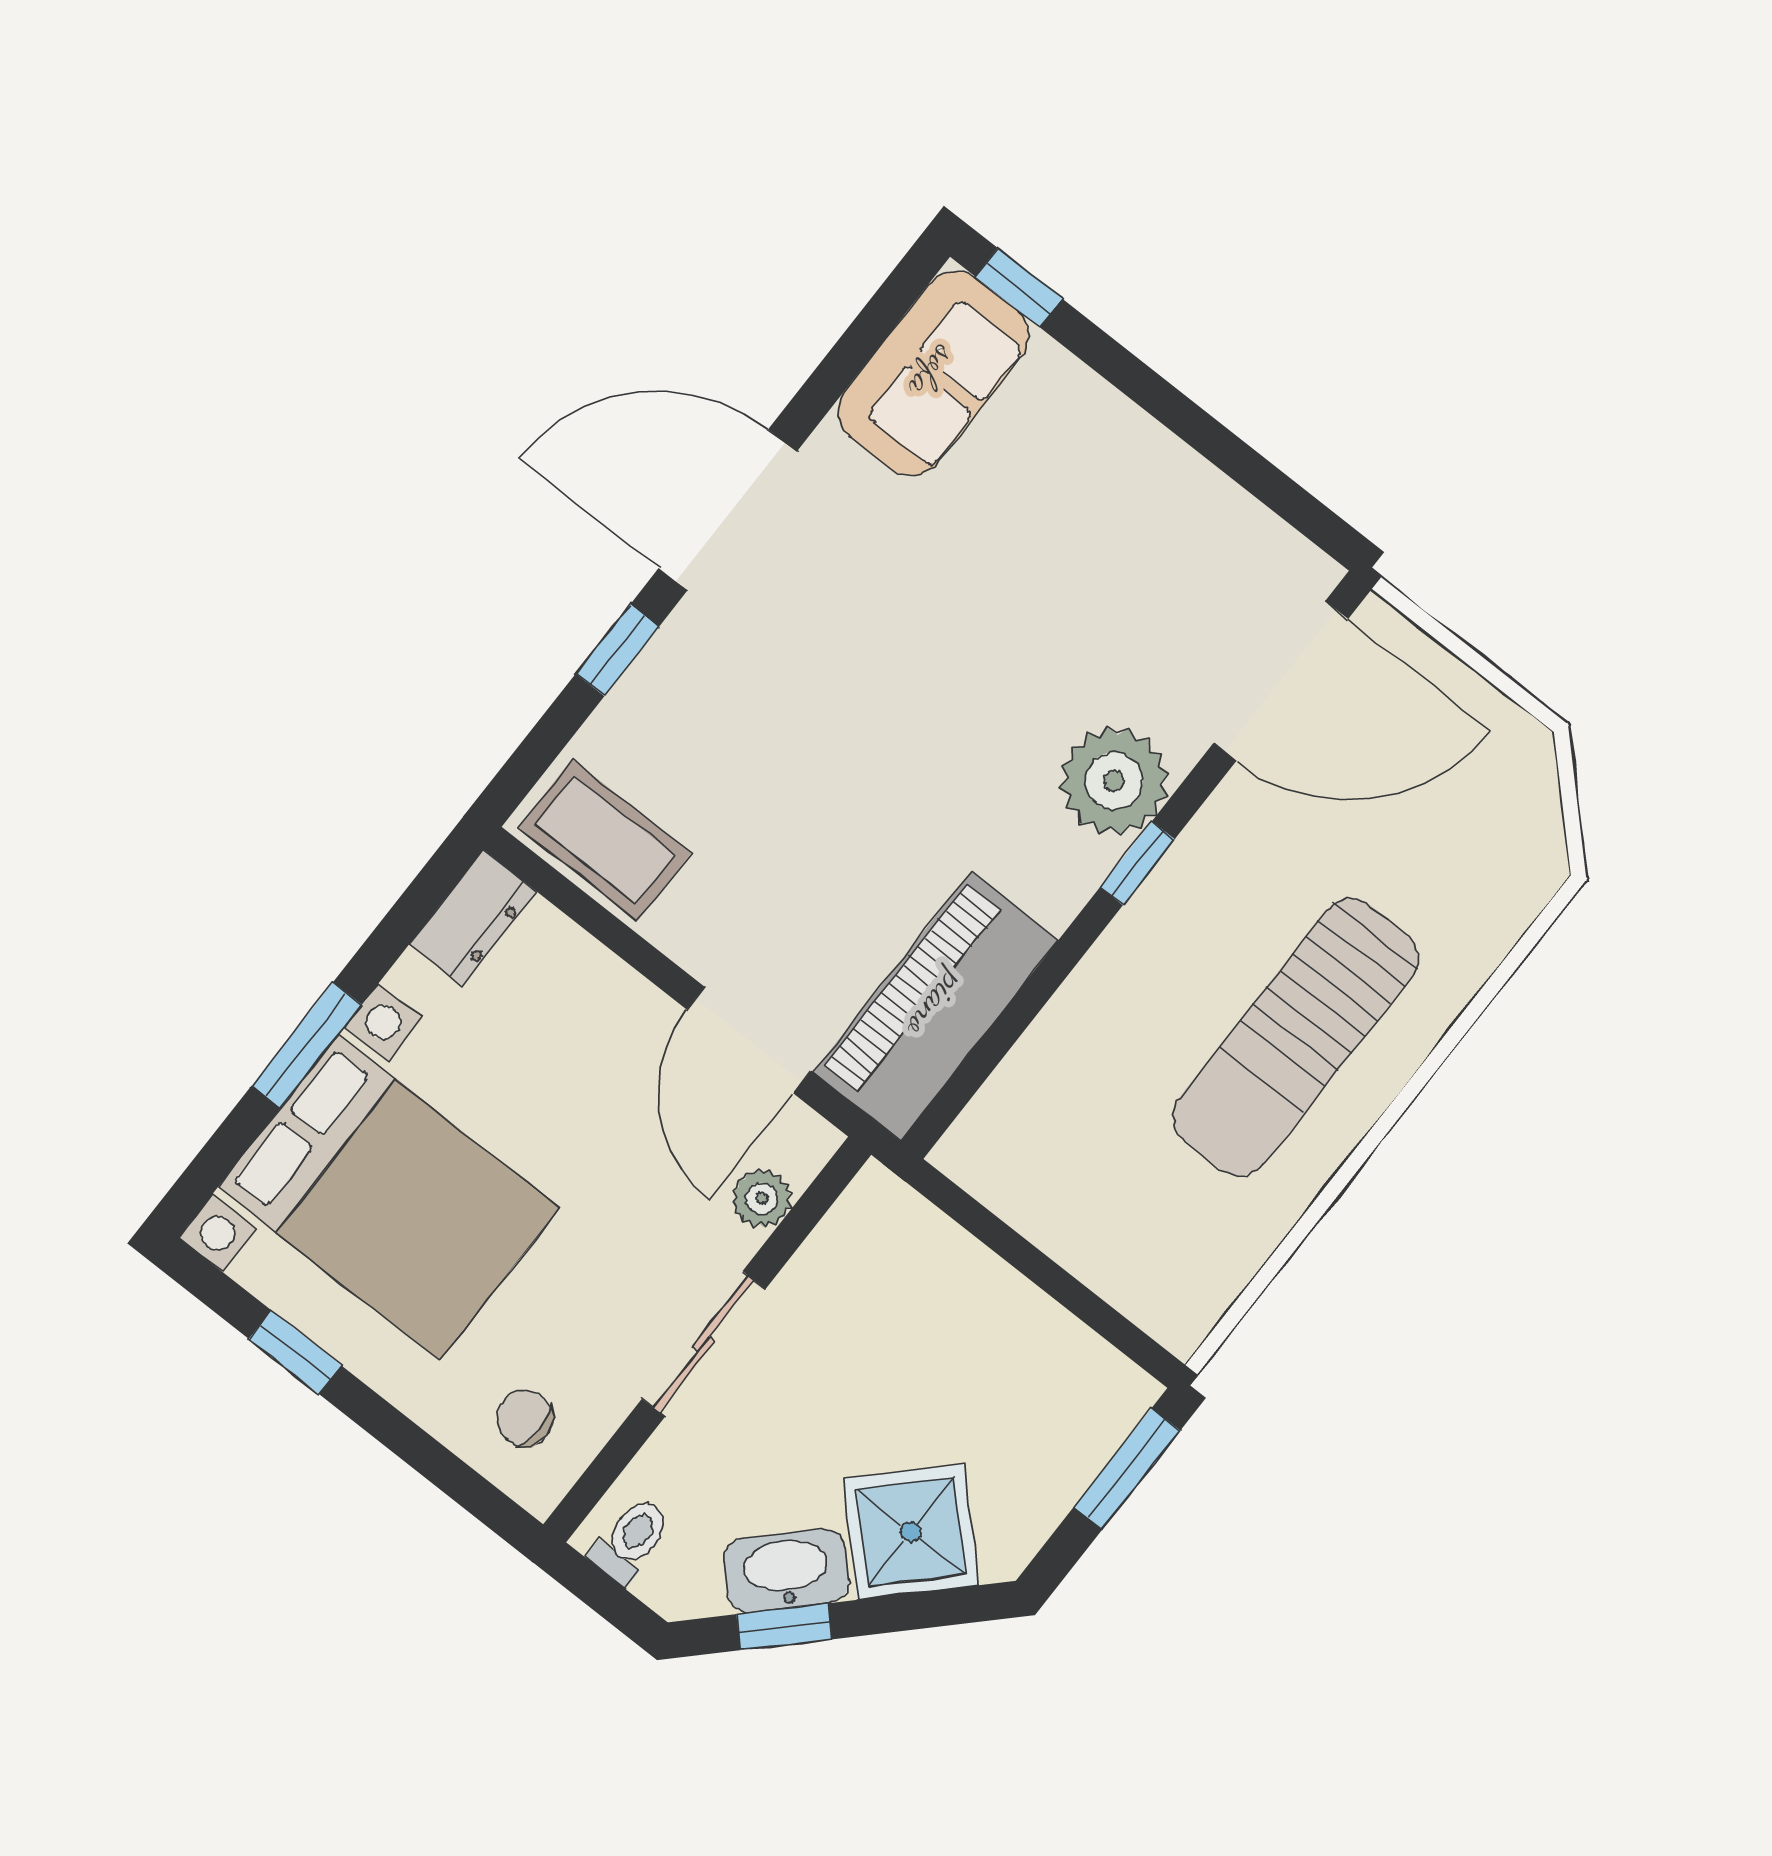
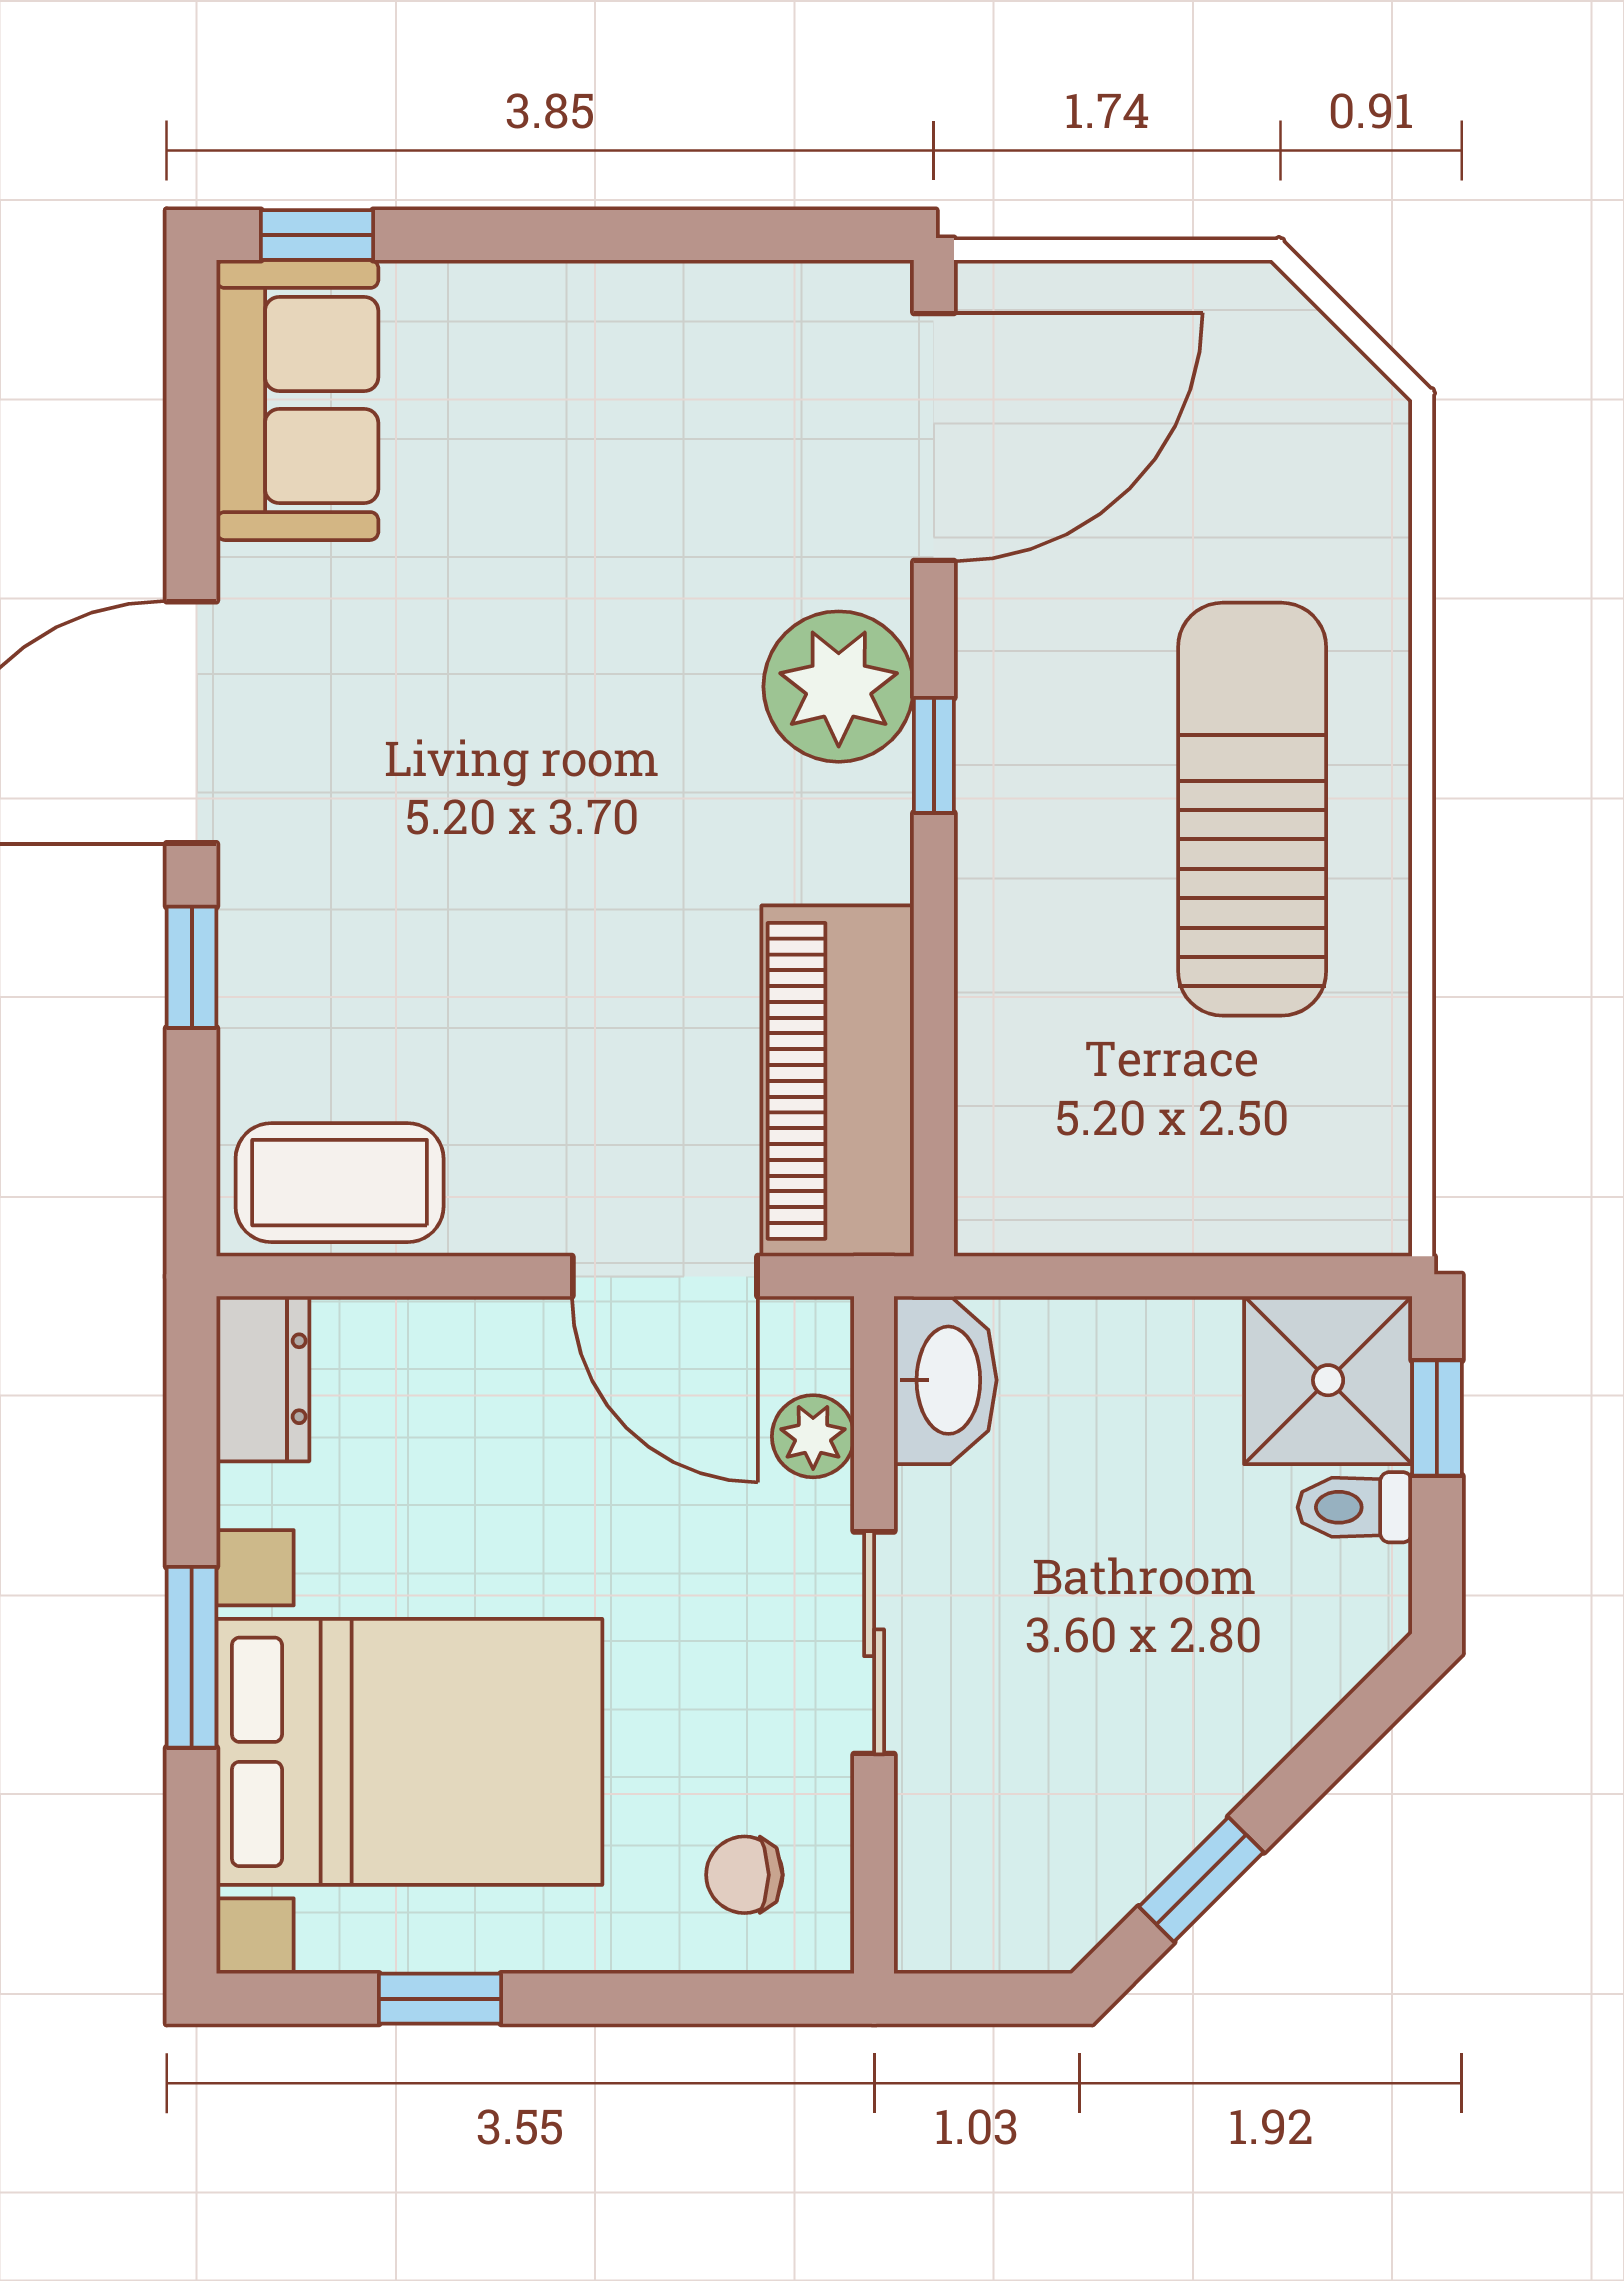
sun lounger: (1295, 1037) -> (1252, 809), turned 180
window: (1127, 1469) -> (1437, 1418), width x0.67
shower: (911, 1532) -> (1328, 1380), moved, turned 45
toilet: (631, 1540) -> (1355, 1507), moved, turned -90
washbasin: (786, 1571) -> (945, 1380), moved, turned 135

